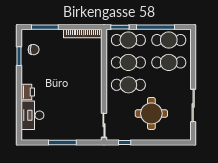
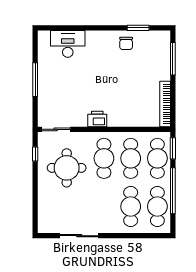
chair: (34, 50) -> (126, 43), moved
printer: (28, 92) -> (97, 119), moved, turned 180
round table: (151, 113) -> (67, 168), moved

